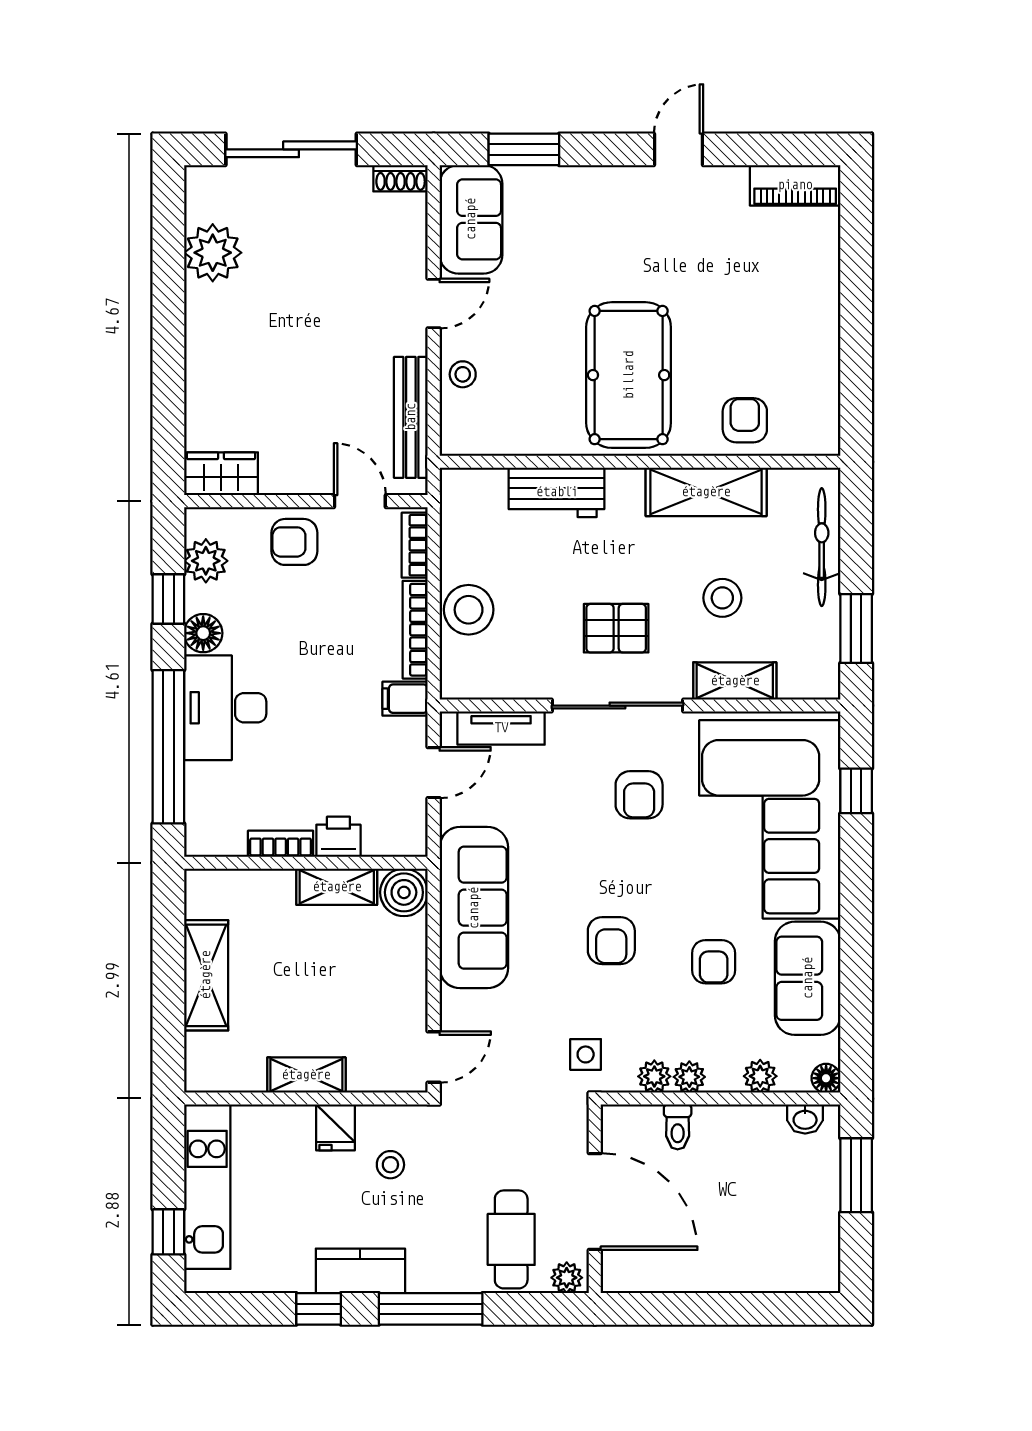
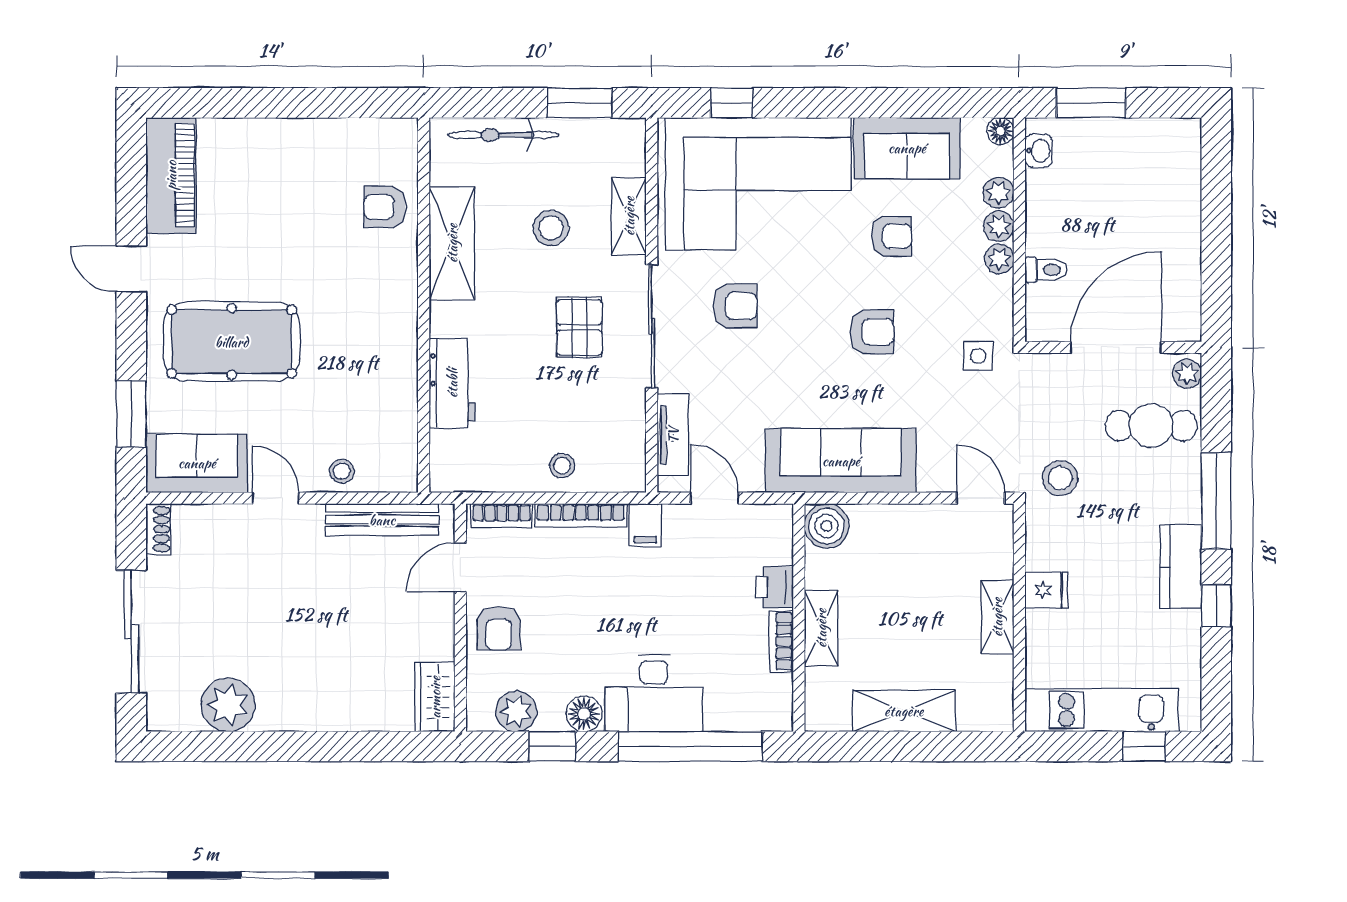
piano: (795, 185) -> (171, 175), width x1.37, depth x1.33
pool table: (629, 375) -> (232, 342), moved
stool: (469, 610) -> (562, 465), width x0.53, depth x0.53
shelving: (337, 887) -> (821, 628), moved
plant: (654, 1076) -> (999, 226), moved
stool: (390, 1165) -> (1060, 478), moved, width x1.37, depth x1.37

